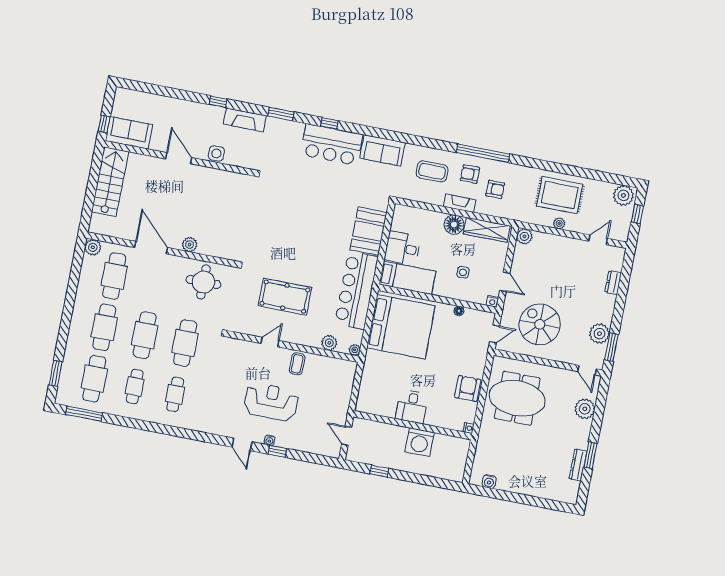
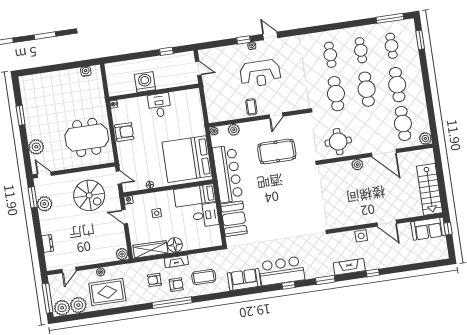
plant: (602, 192) -> (78, 305), added
window: (637, 214) -> (48, 298), width x2.17
door: (495, 334) -> (119, 177), swing flipped
cafe table: (94, 379) -> (391, 46), width x0.73, depth x0.74
armchair: (468, 388) -> (124, 132), turned -90
dresser: (578, 465) -> (27, 105), removed

